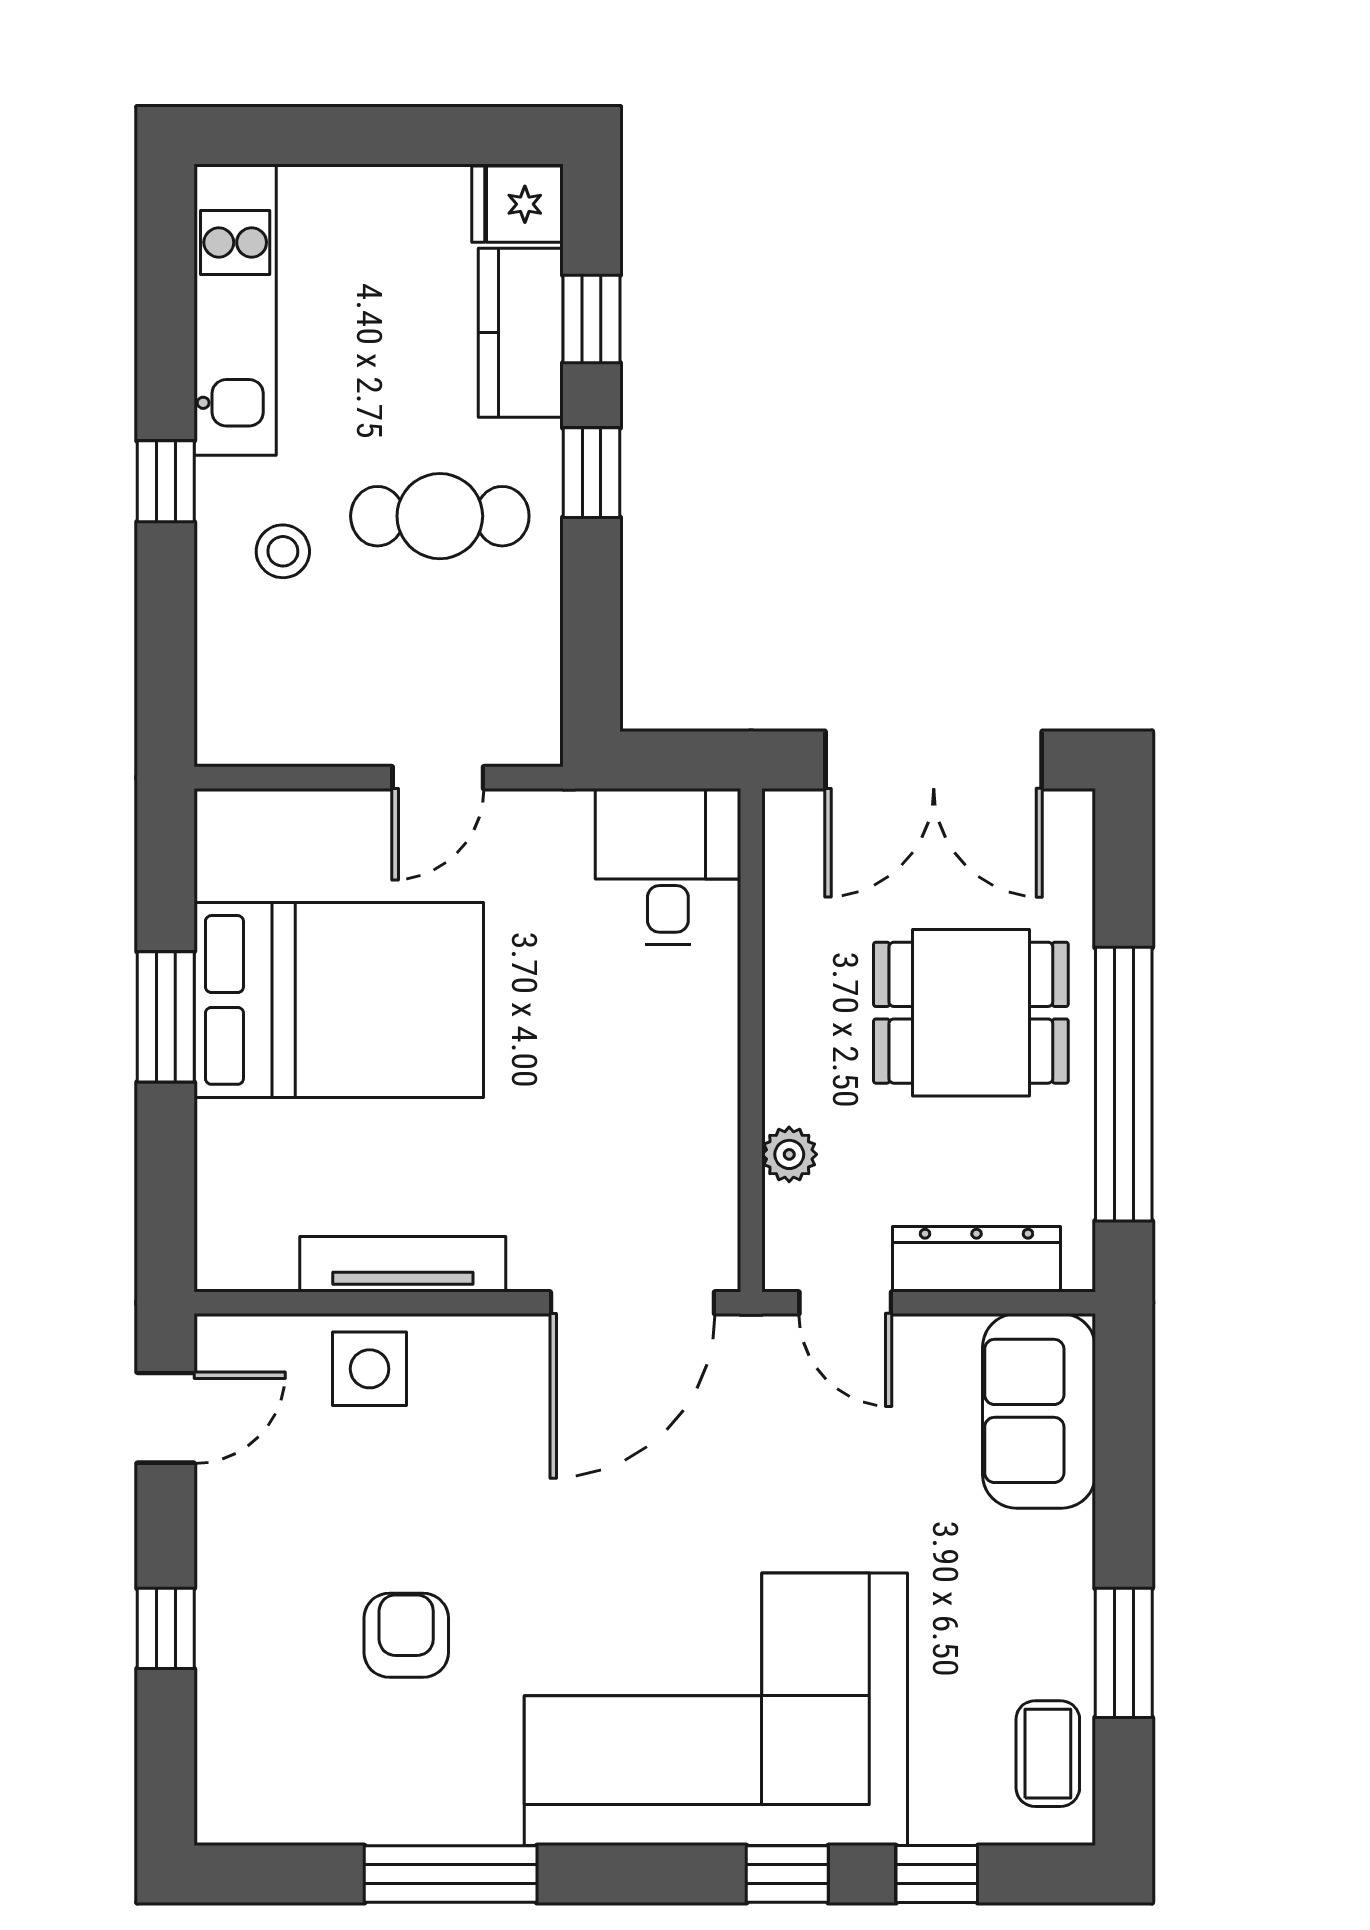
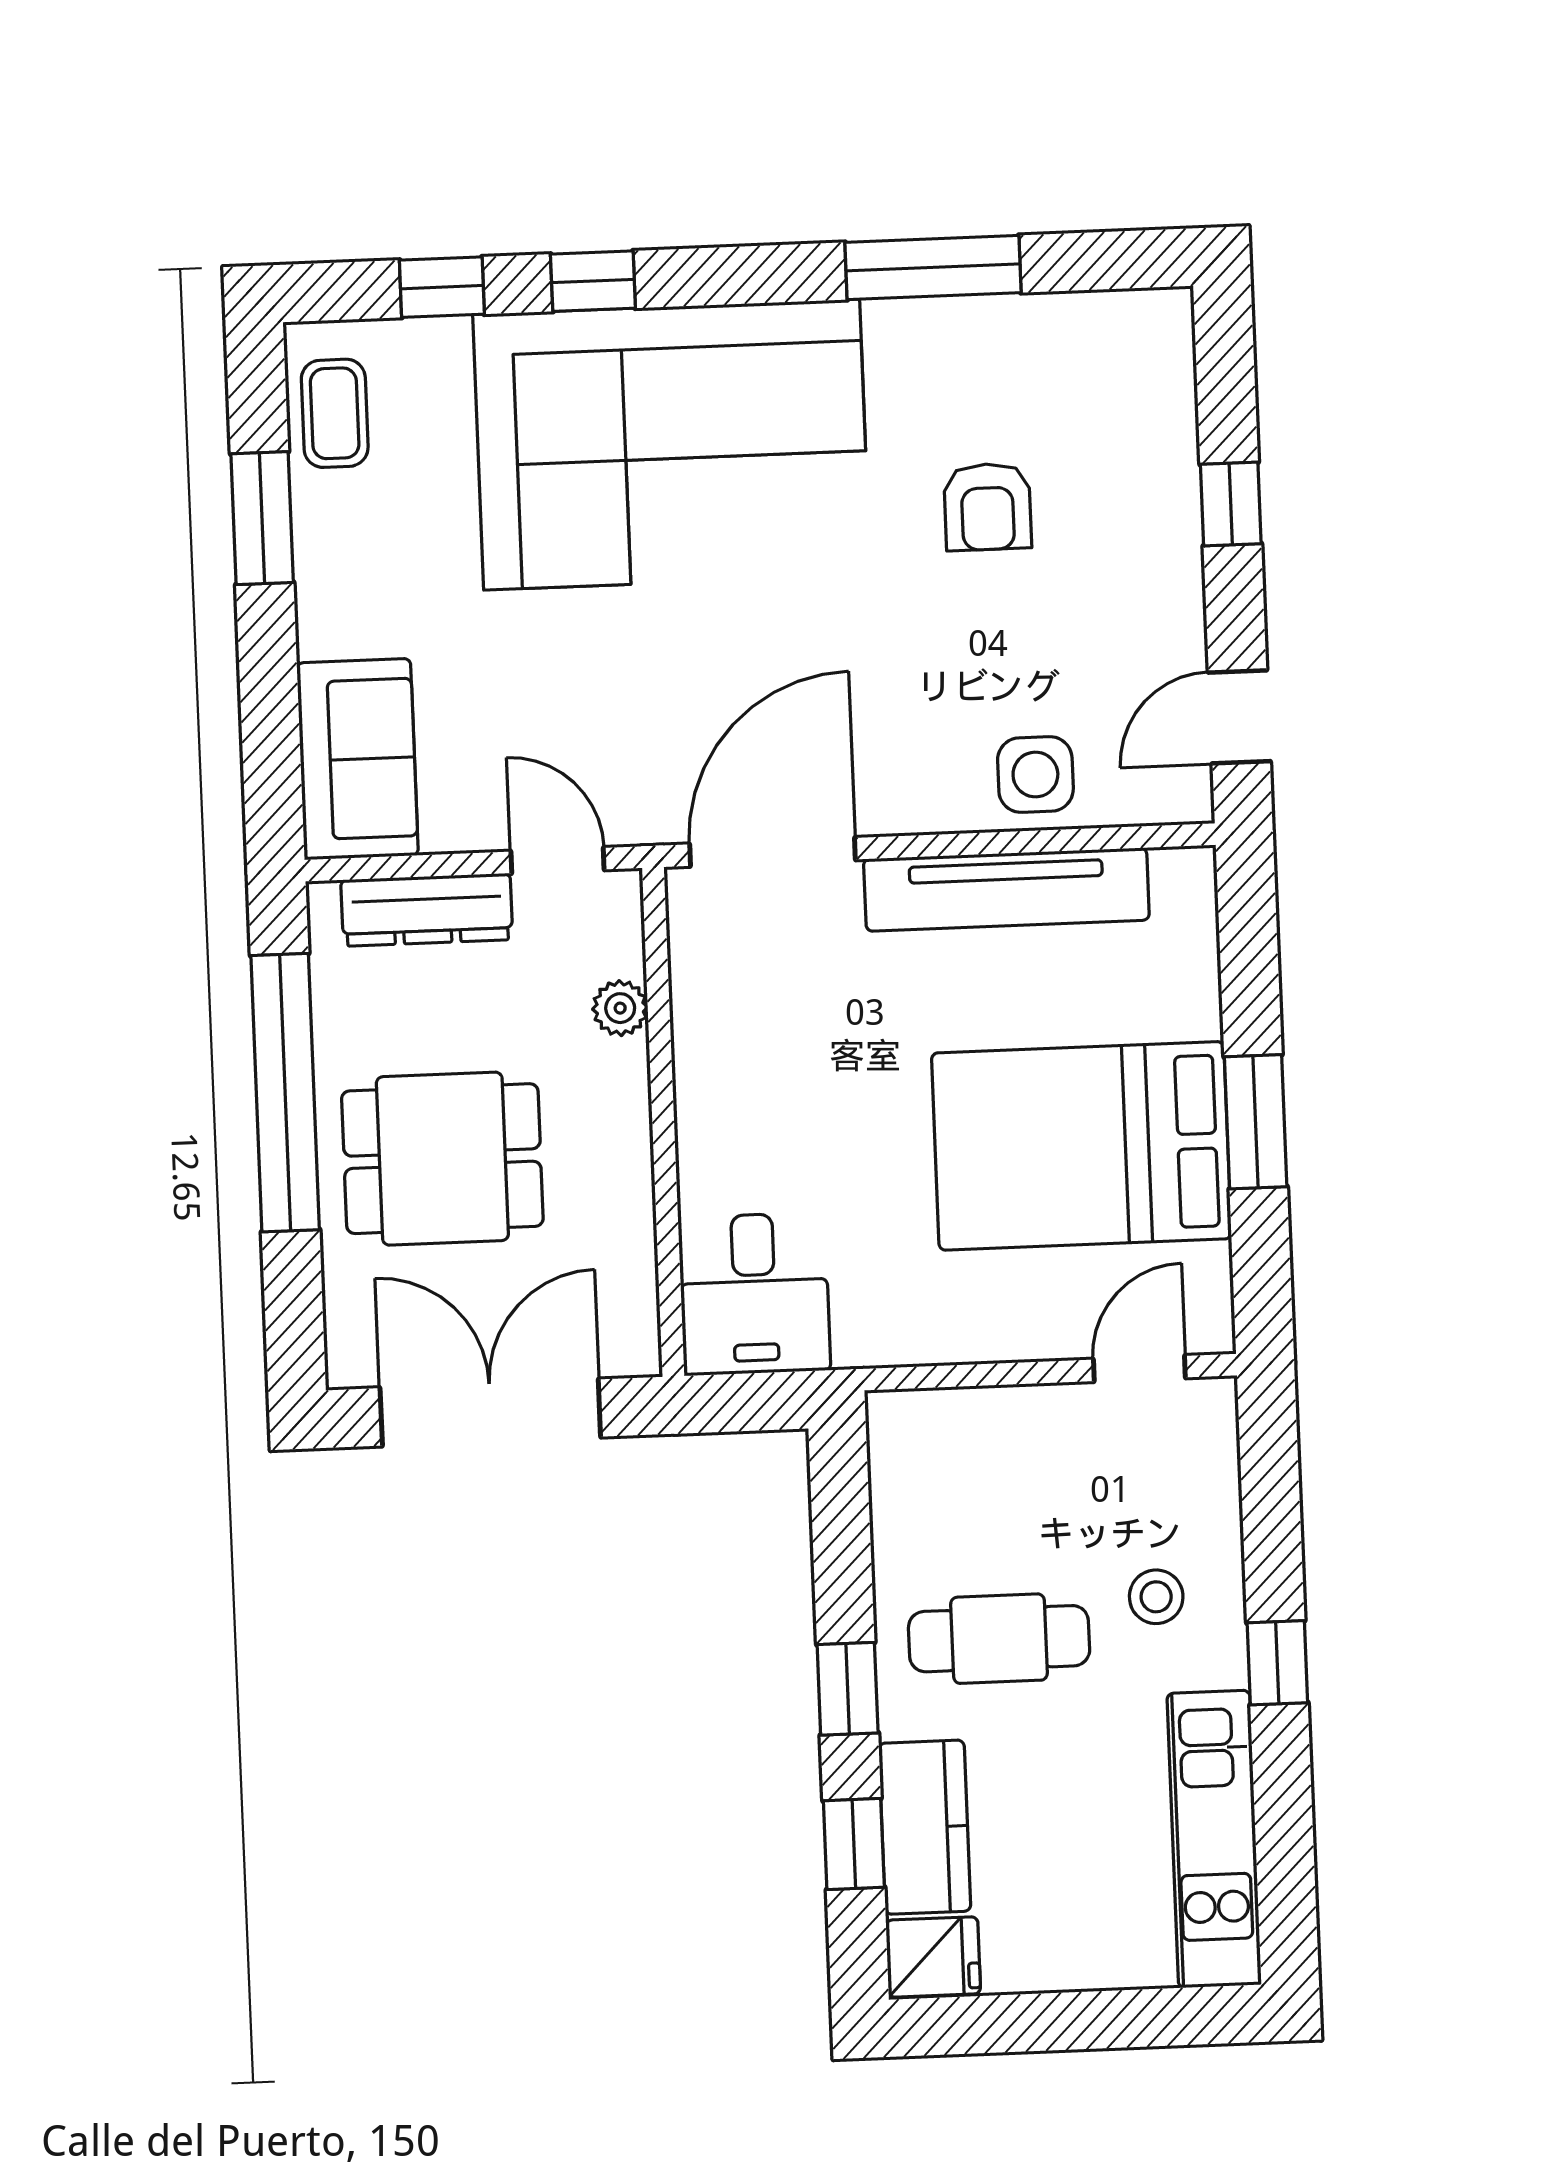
door: (438, 778) -> (1139, 1368), moved
tv unit: (403, 1264) -> (1006, 890), width x1.36, depth x1.29

